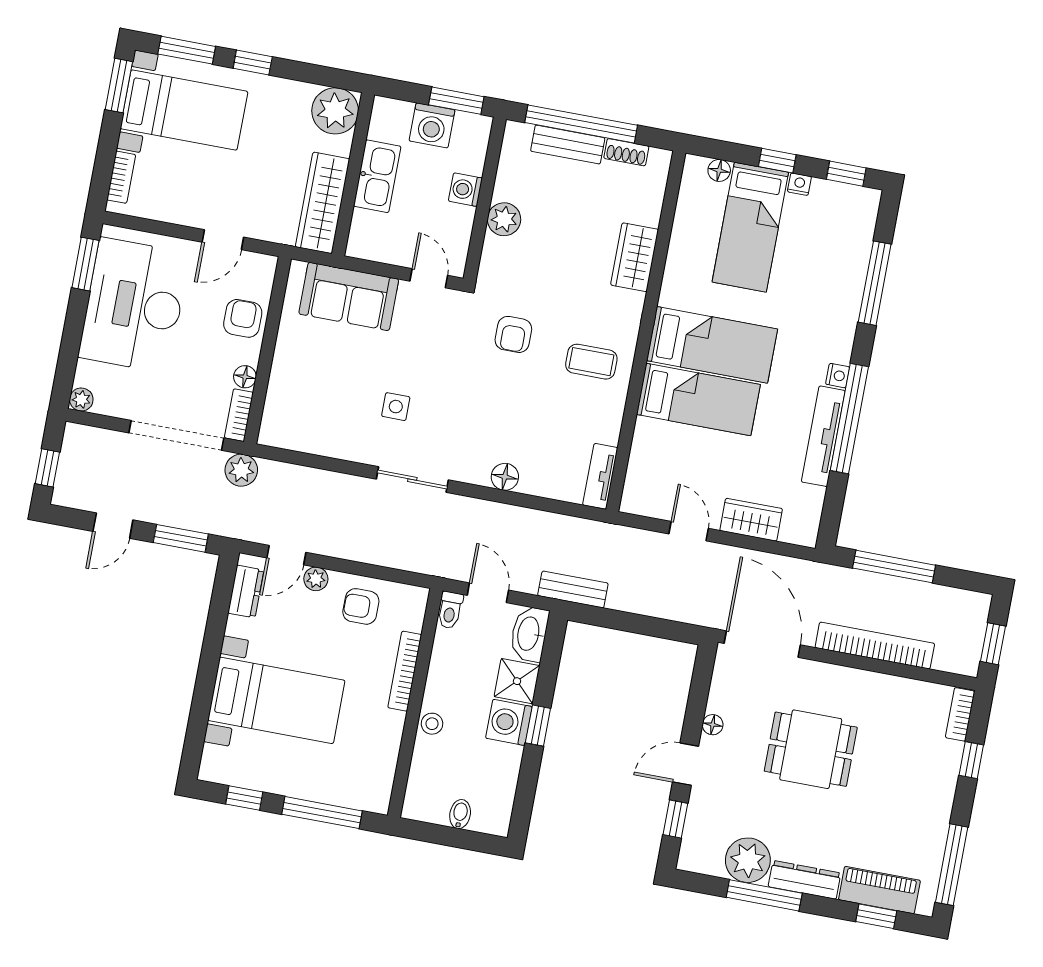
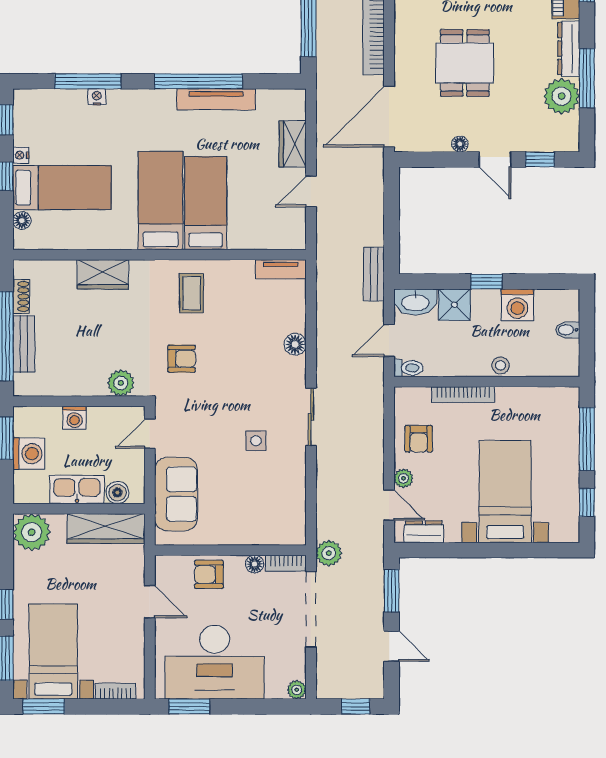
plant: (504, 219) -> (121, 383), moved
boiler: (364, 225) -> (117, 492), added
nightstand: (838, 376) -> (97, 97), moved
washing machine: (509, 722) -> (517, 305), moved

